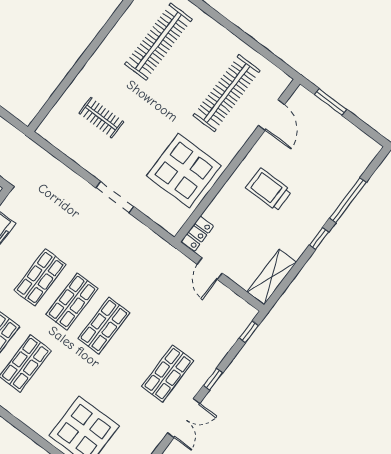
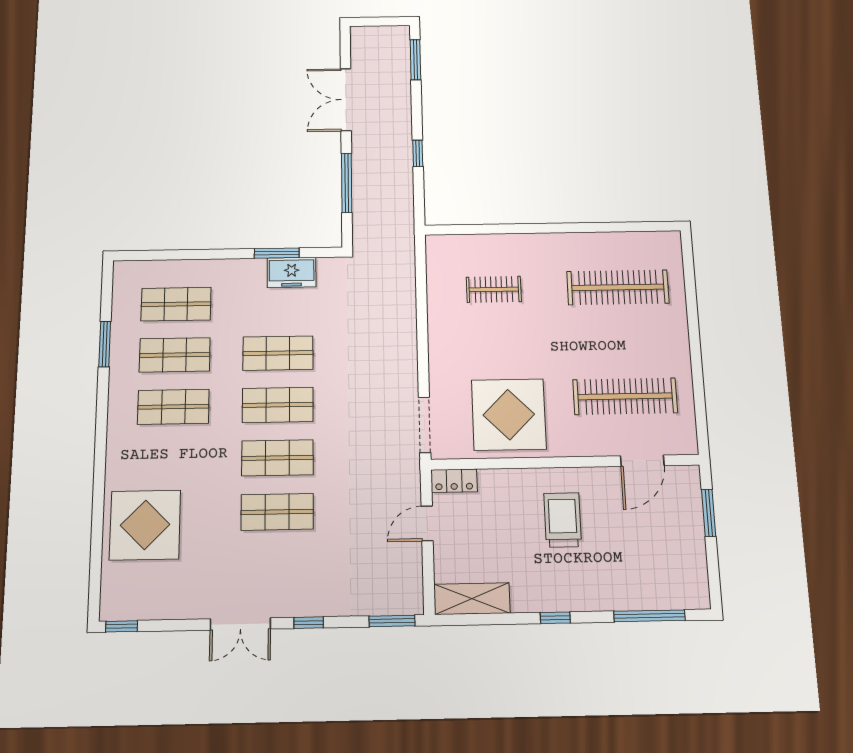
clothes rail: (101, 118) -> (494, 289), turned 90
doorway: (115, 197) -> (425, 425), moved
window: (348, 200) -> (649, 616), moved
window: (249, 332) -> (392, 621), width x1.50
shop shelf: (168, 374) -> (277, 512), moved

